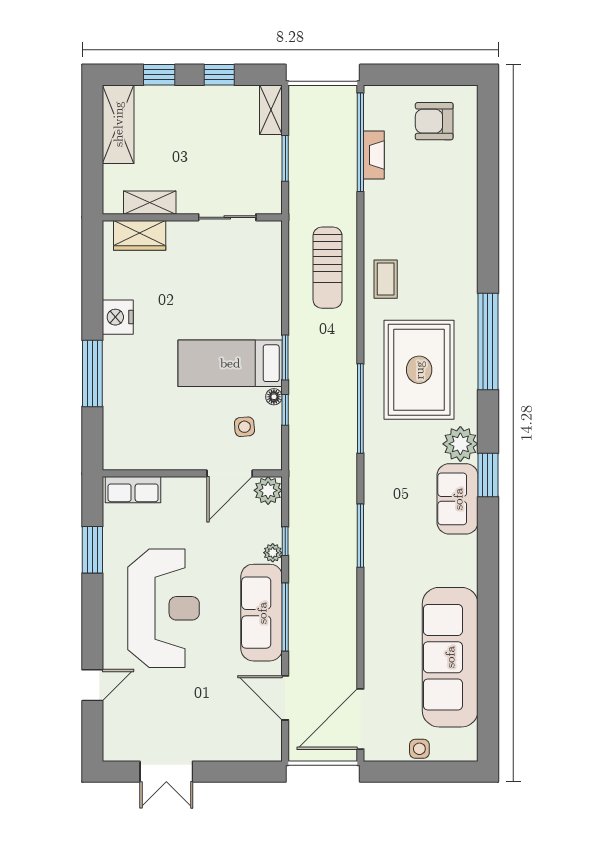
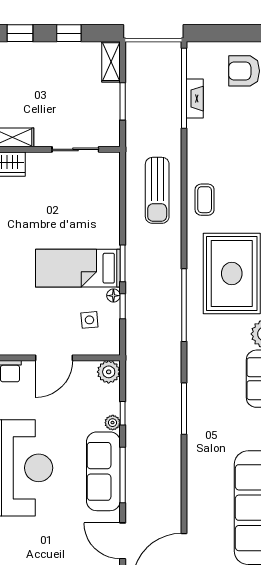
door: (230, 473) -> (54, 358), moved

